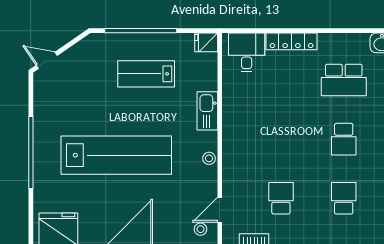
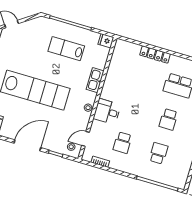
desk: (247, 52) -> (107, 112), moved, turned -90
school desk: (281, 198) -> (123, 143), turned 180

